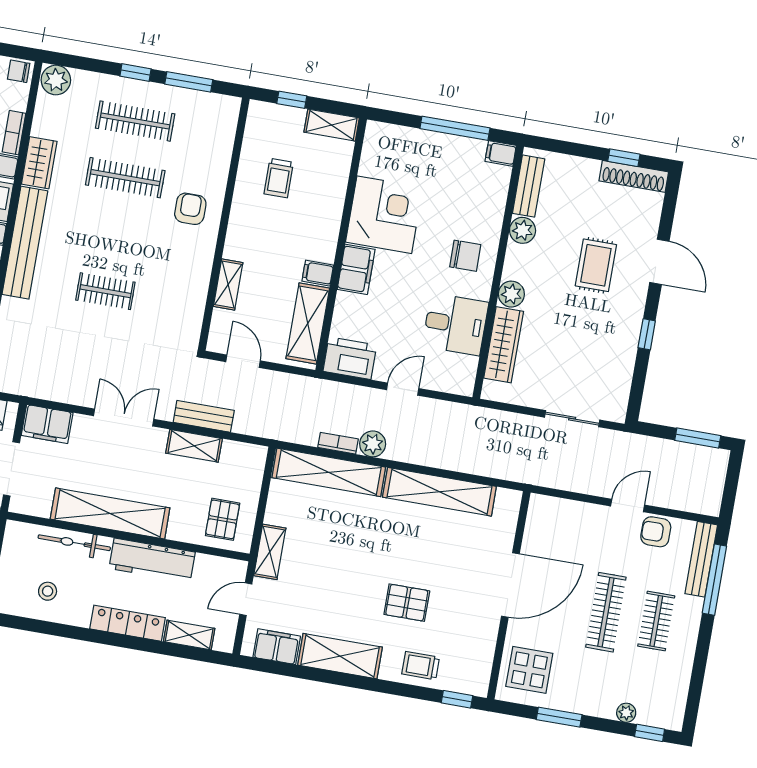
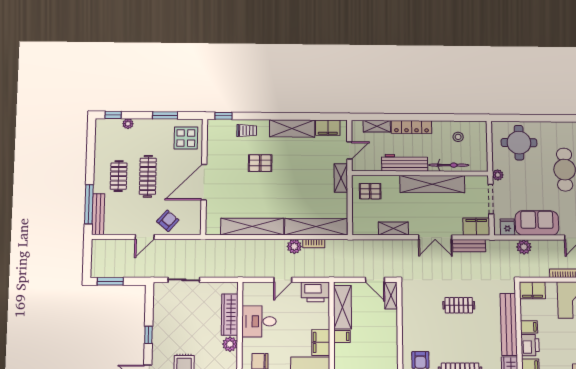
shelving: (228, 284) -> (391, 295), moved
bench: (204, 416) -> (469, 246), moved
pallet: (223, 519) -> (370, 191), turned 90
armchair: (656, 532) -> (168, 221), moved, turned -49

